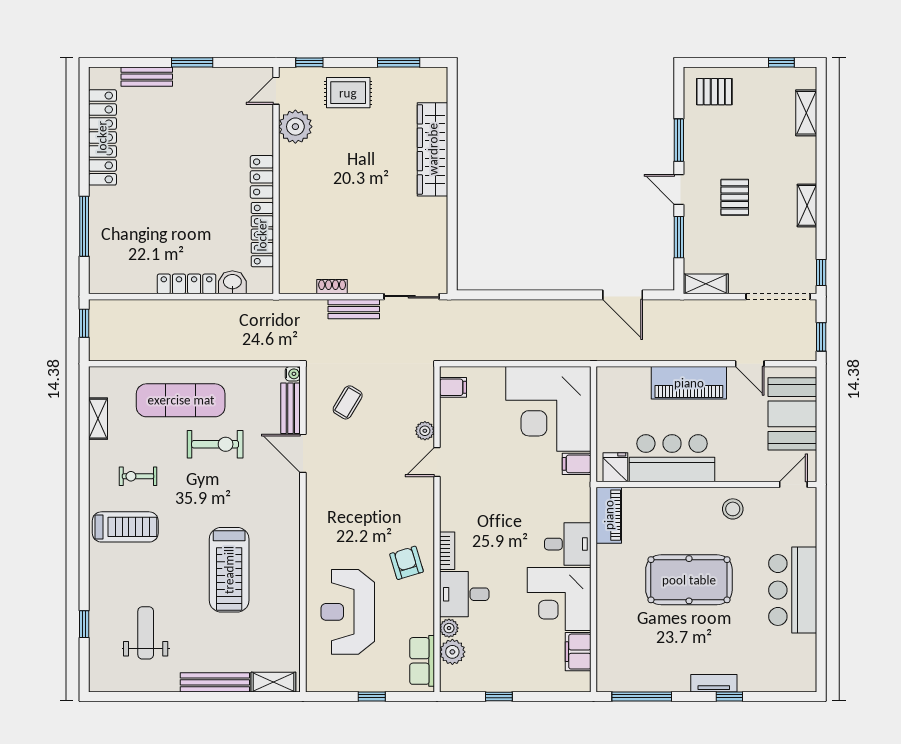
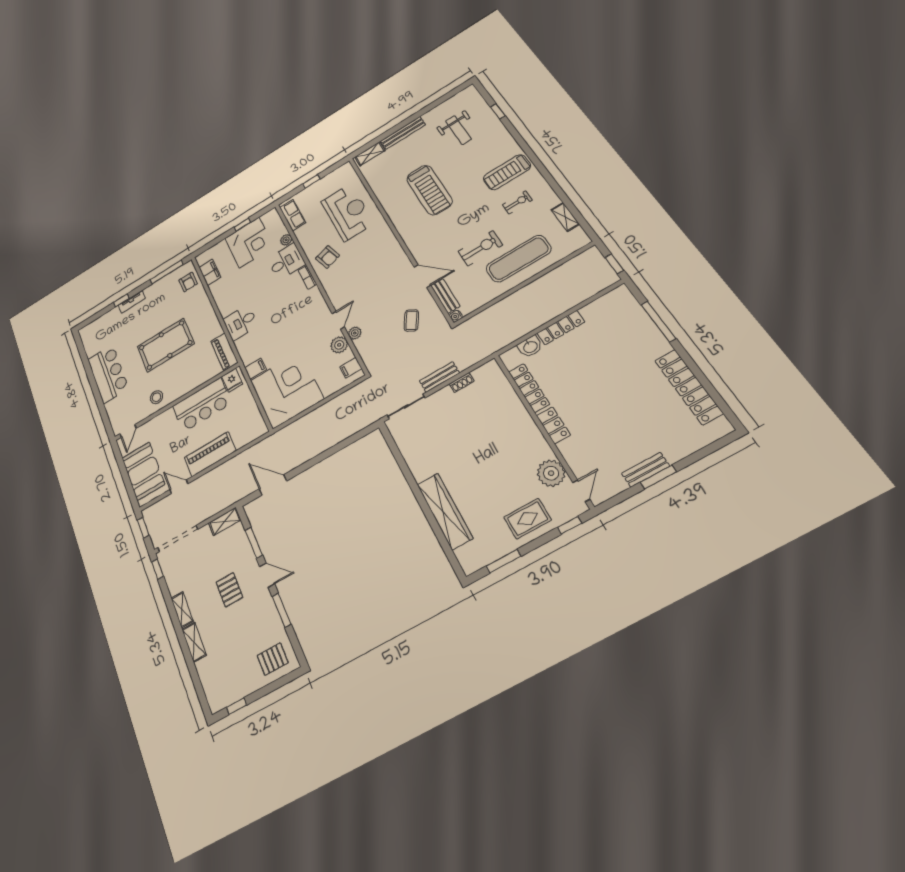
bench: (147, 77) -> (646, 470), moved
shelving: (806, 113) -> (194, 642), moved
exercise bike: (215, 444) -> (480, 248), turned 180
treadmill: (229, 570) -> (429, 190), turned 180
corner desk: (559, 599) -> (249, 242), moved, turned 90
plant: (452, 652) -> (339, 345), moved
armchair: (616, 658) -> (188, 282), added

